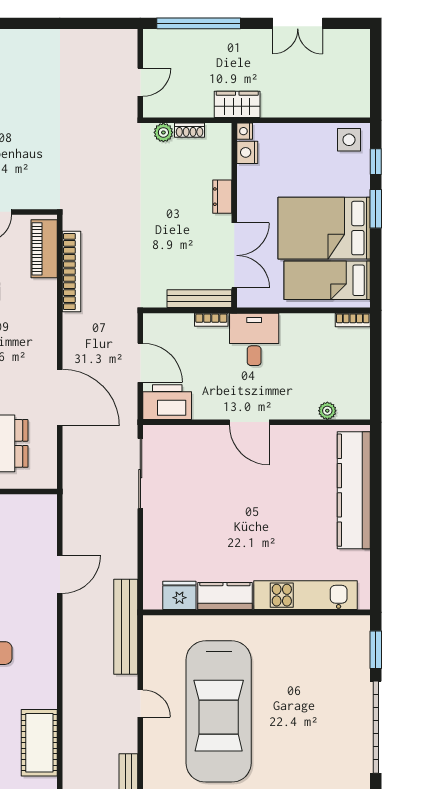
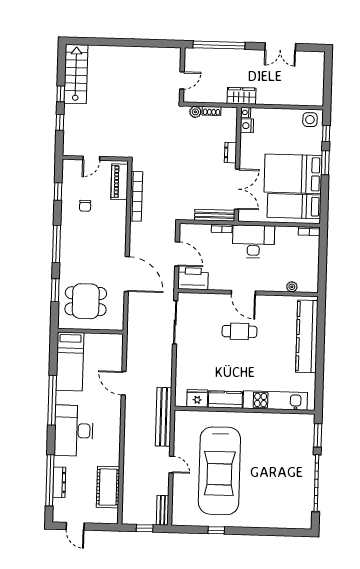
desk: (254, 339) -> (253, 242), width x1.37
cafe table: (245, 485) -> (239, 331), added
door: (60, 574) -> (124, 383), swing flipped

